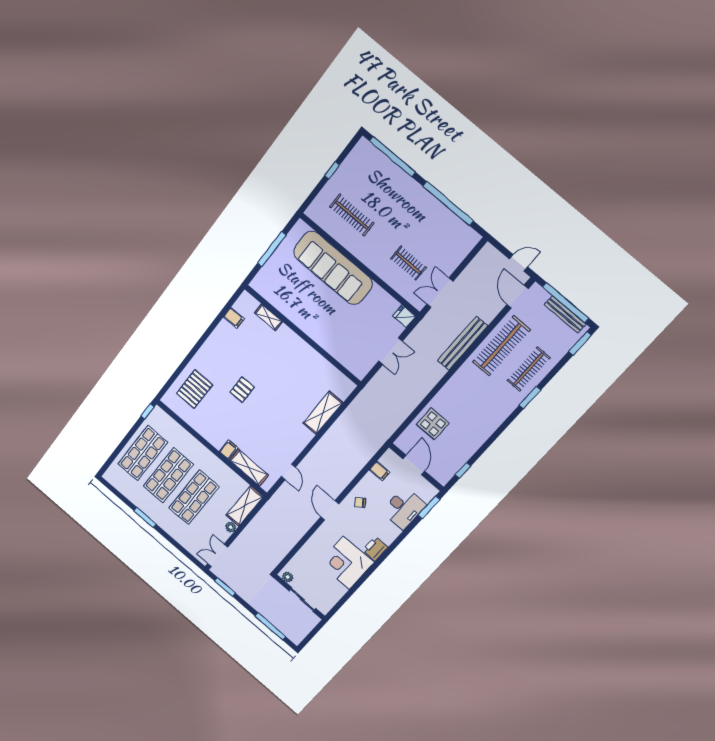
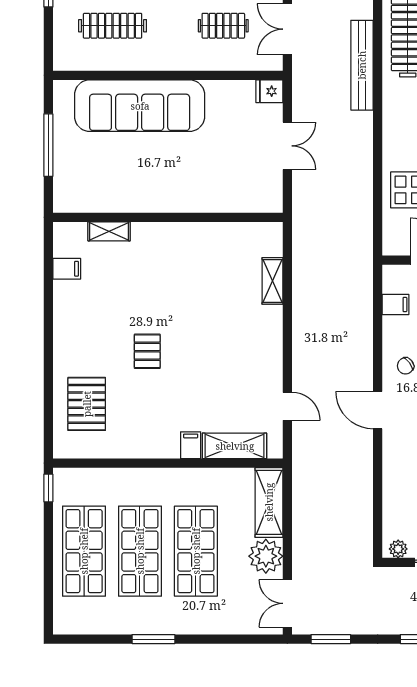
shelving: (323, 413) -> (272, 281), width x0.67, depth x0.75
plant: (231, 527) -> (266, 556), width x1.88, depth x1.88

